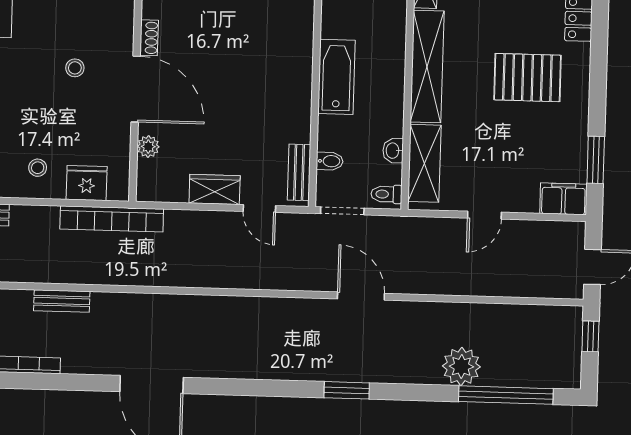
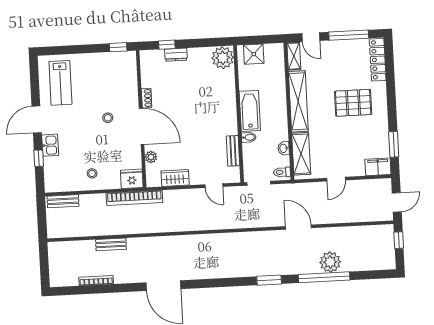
bidet: (330, 161) -> (249, 137), moved
bench: (299, 172) -> (233, 151), moved
fridge: (87, 183) -> (132, 179), moved
wardrobe: (215, 189) -> (175, 178), moved
door: (361, 296) -> (298, 227), moved
window: (506, 395) -> (324, 277), moved

